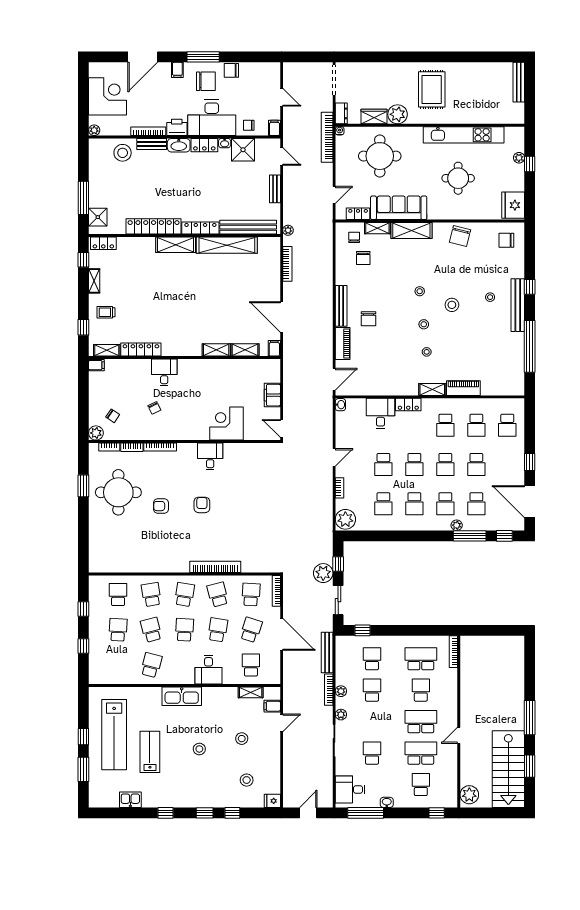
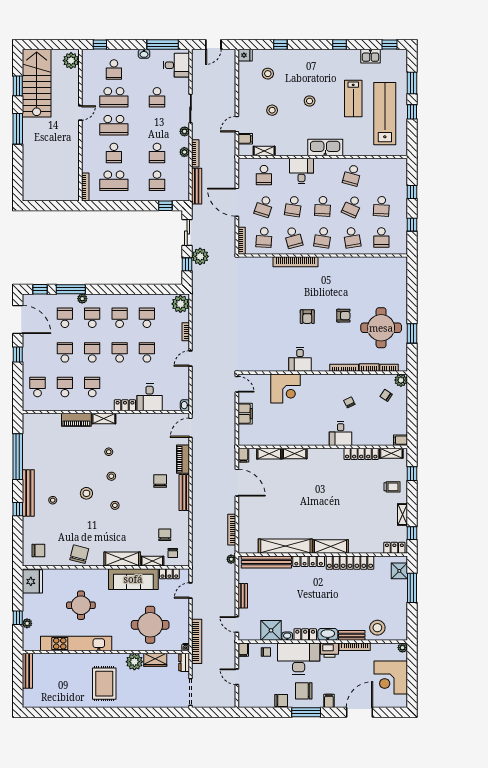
bench: (519, 82) -> (27, 671), moved
school desk: (151, 630) -> (352, 206), turned 39
window: (205, 813) -> (390, 45), moved

